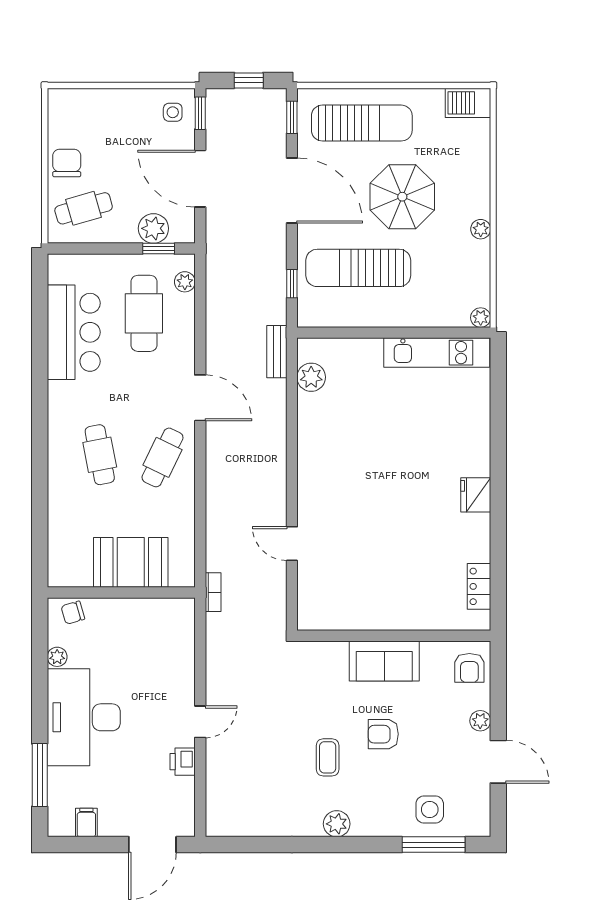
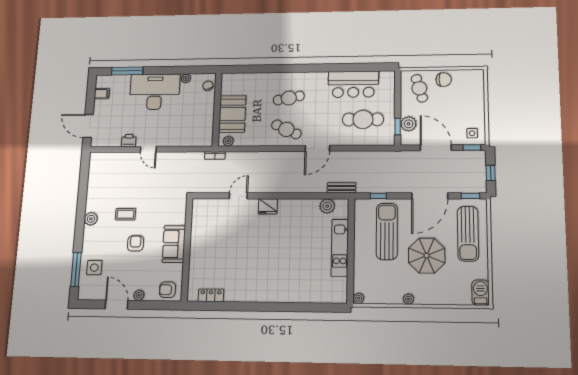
door: (200, 179) -> (436, 148), hinge flipped
plant: (185, 282) -> (228, 141), moved
kitchen unit: (437, 353) -> (340, 248), moved
fridge: (476, 495) -> (268, 206), moved, turned 180
door: (498, 762) -> (117, 305), swing flipped

